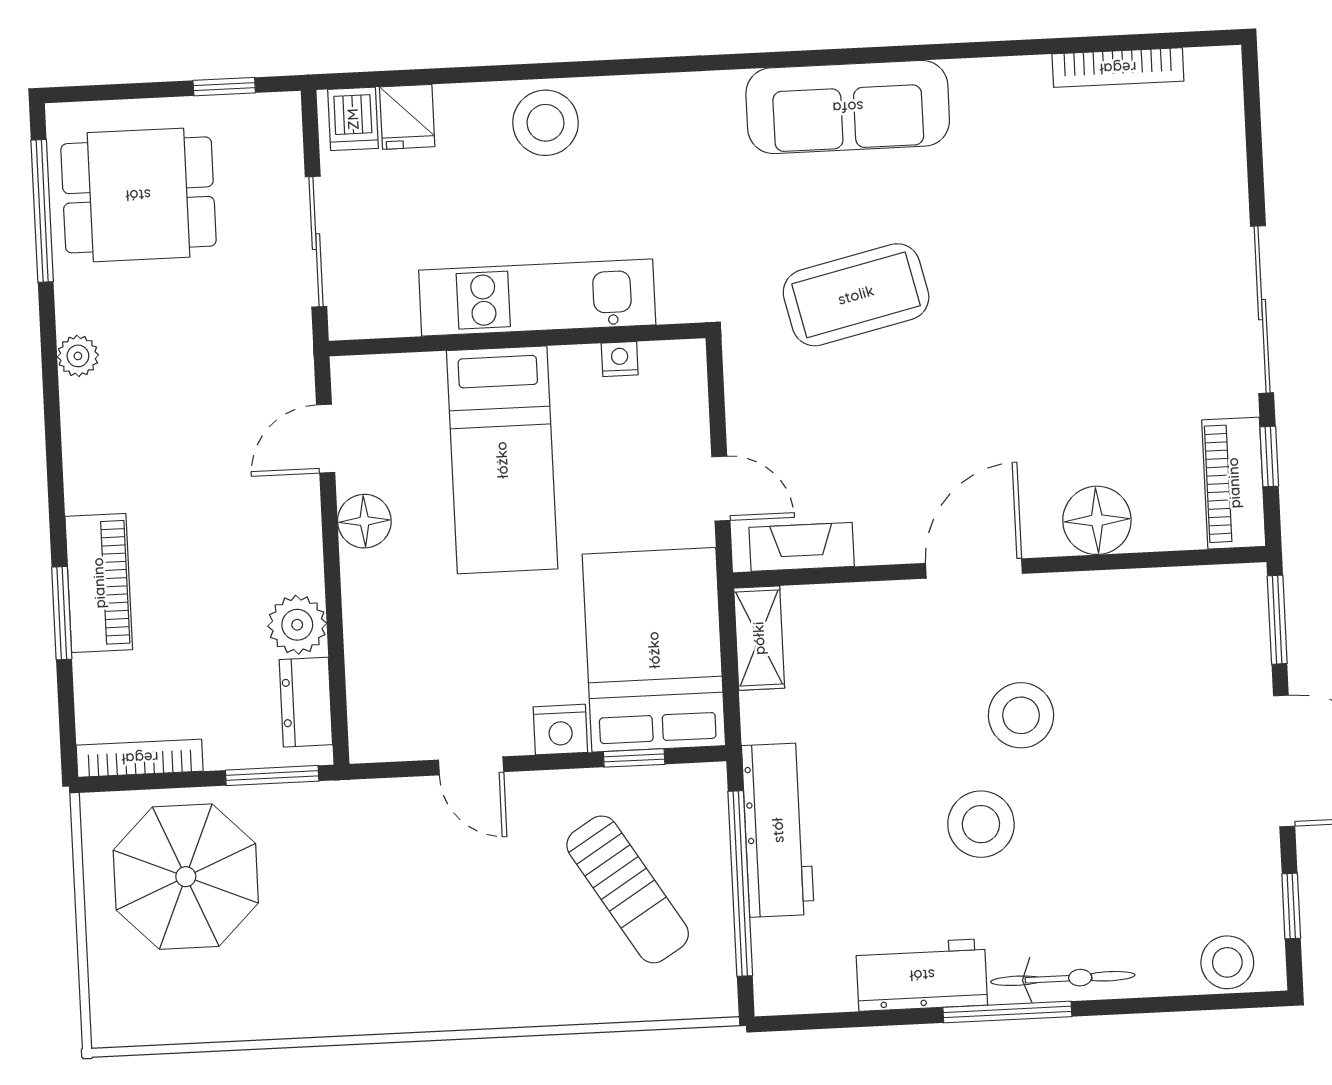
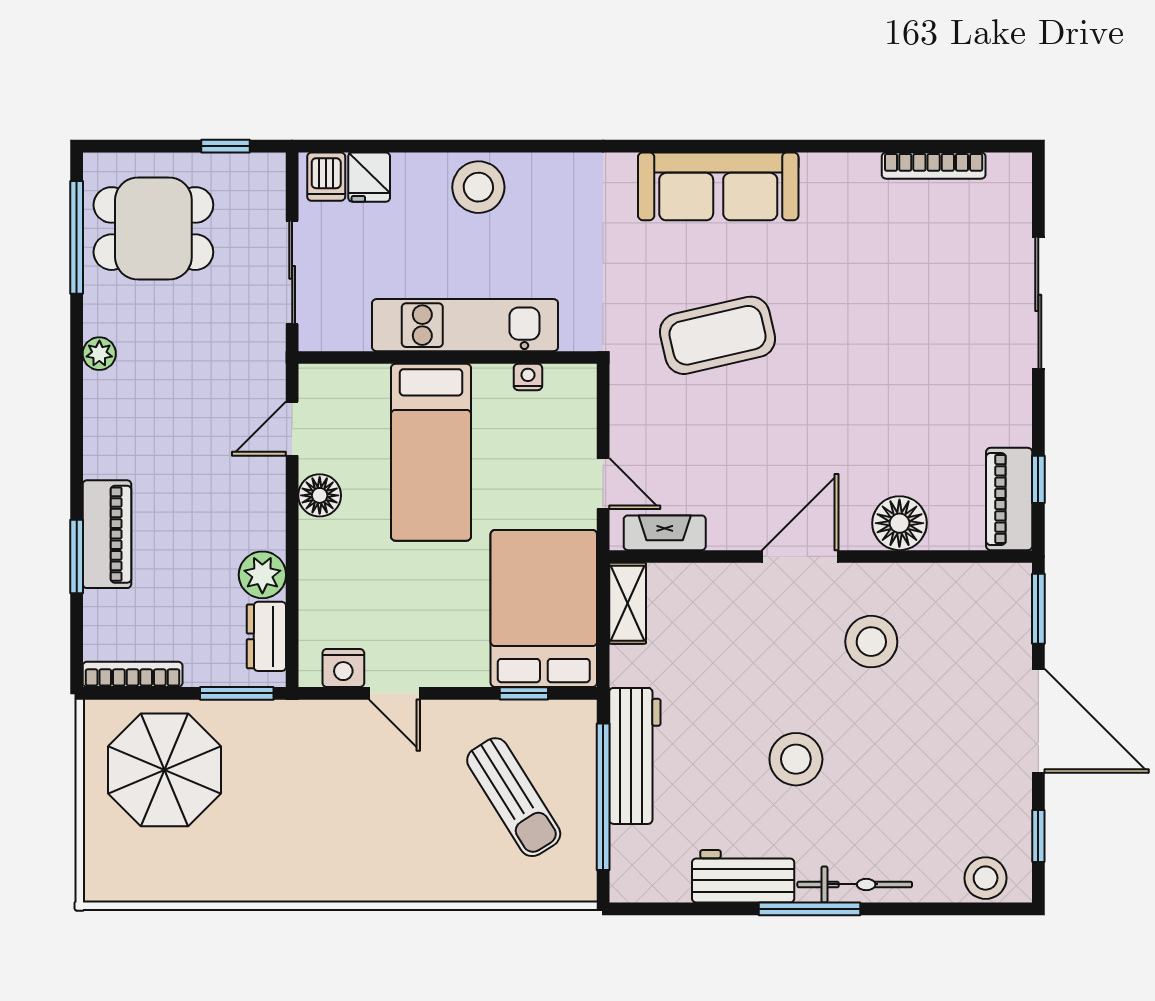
sliding door: (1262, 310) -> (1038, 303), moved
stool: (1021, 715) -> (871, 642), moved
nightstand: (560, 730) -> (343, 668), moved

